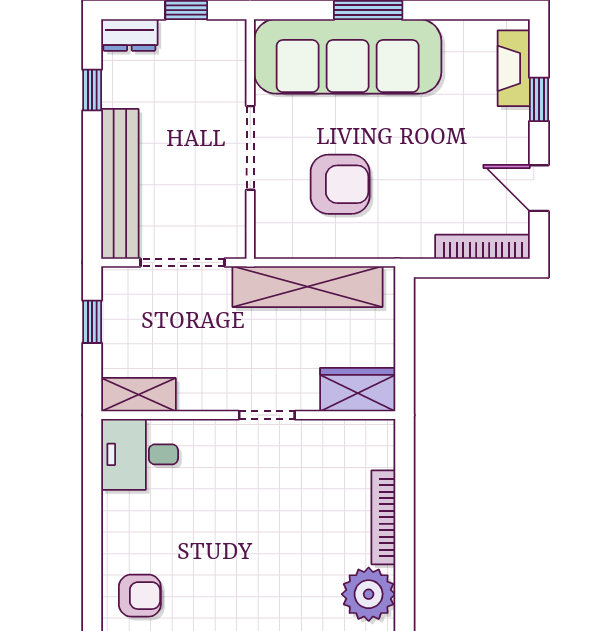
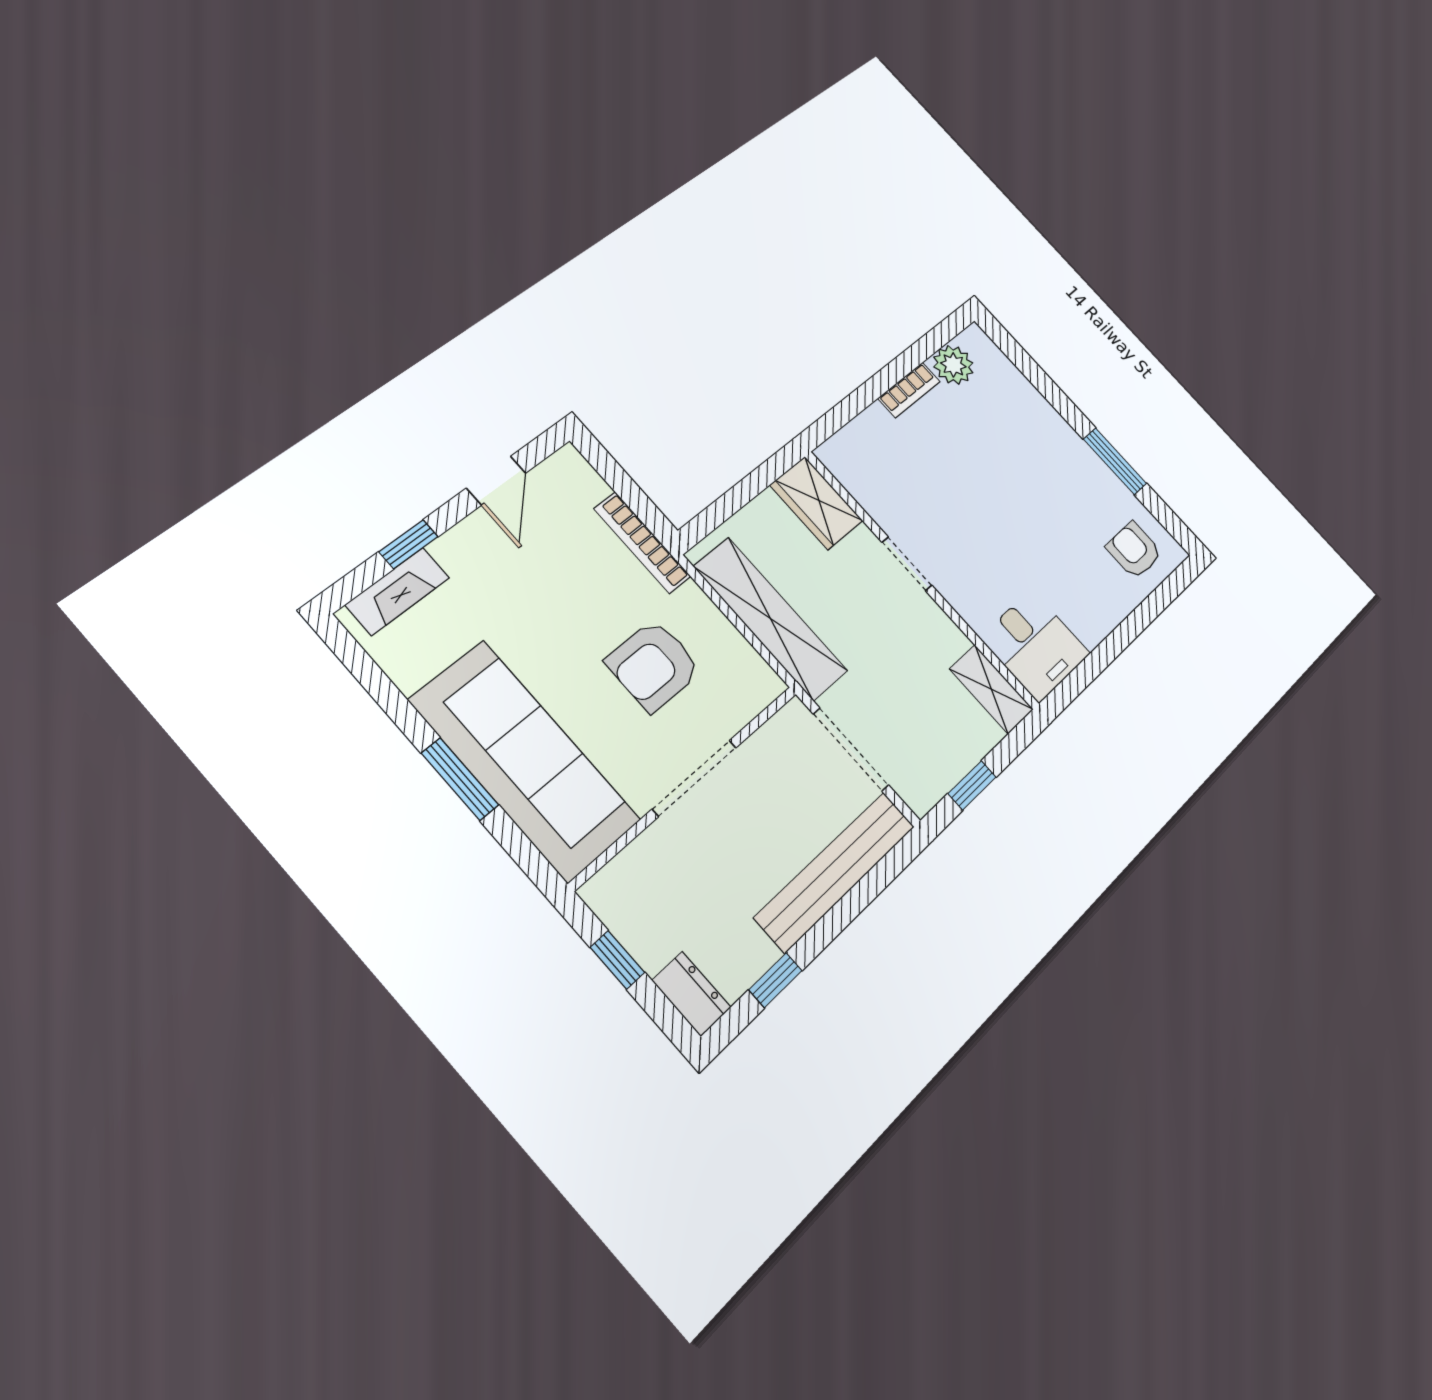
armchair: (340, 184) -> (654, 665), turned -90
bookcase: (483, 247) -> (642, 543), moved
bookcase: (383, 517) -> (909, 390), width x0.64
plant: (369, 594) -> (953, 365), width x0.73, depth x0.73

